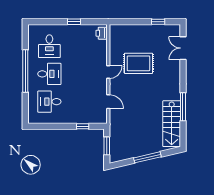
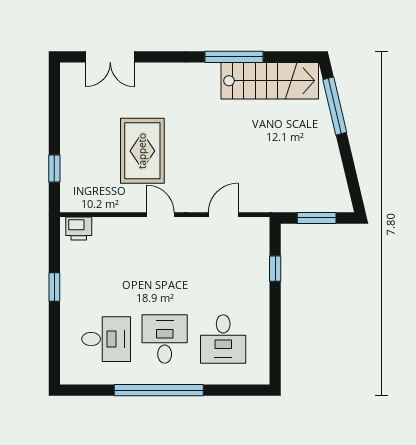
window: (158, 22) -> (54, 168), moved
window: (147, 157) -> (335, 106), moved

